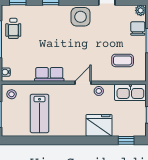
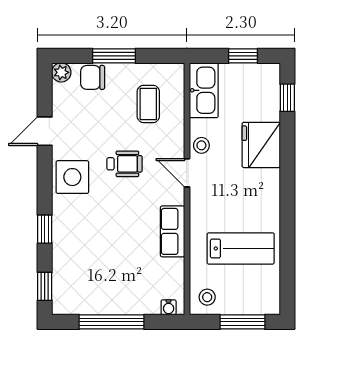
wheelchair: (13, 28) -> (125, 164), moved

